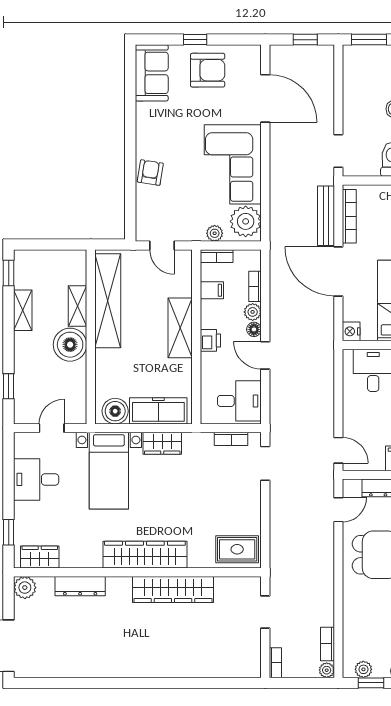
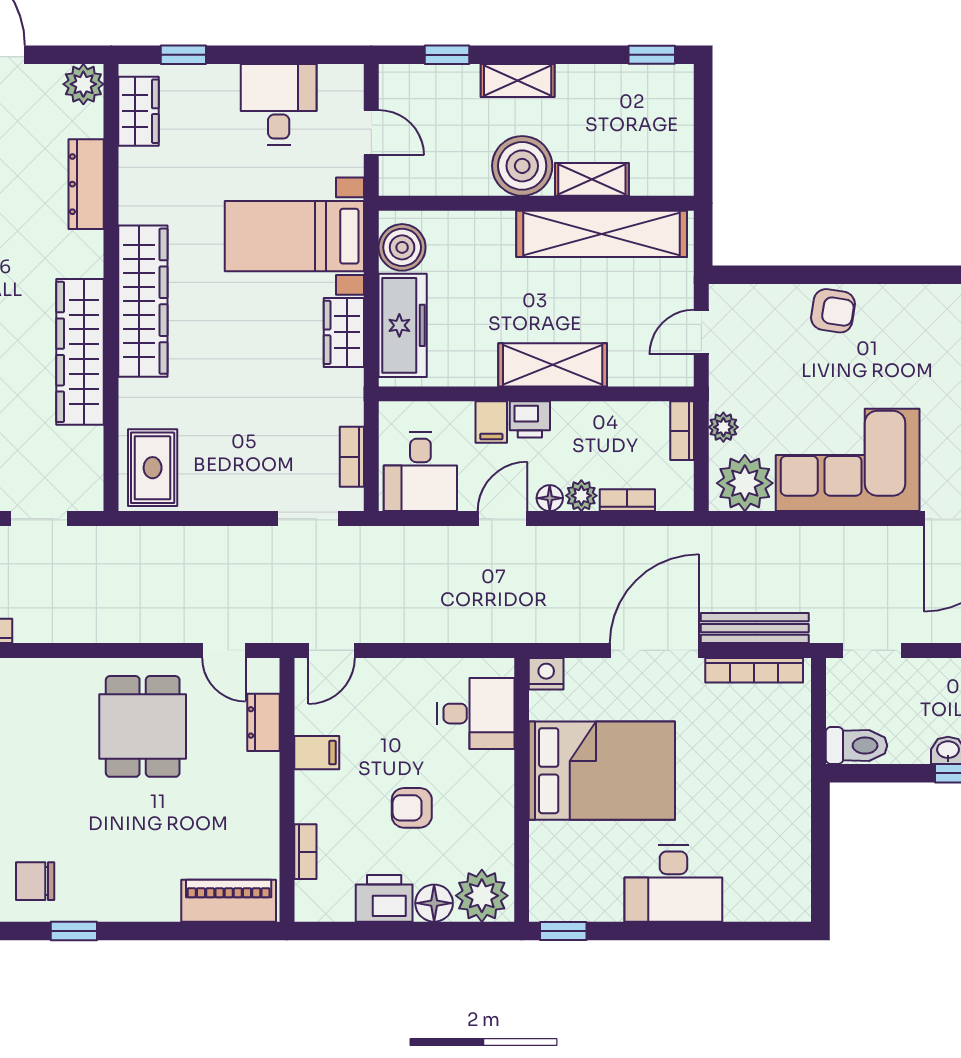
filing cabinet: (212, 290) -> (491, 422), moved
shelving: (23, 310) -> (518, 80), moved

